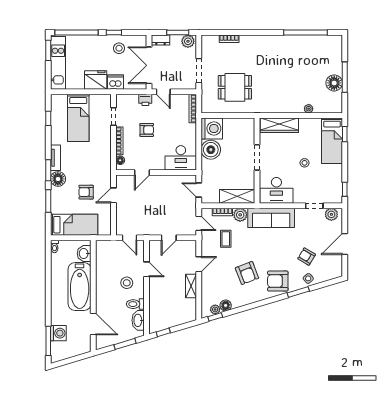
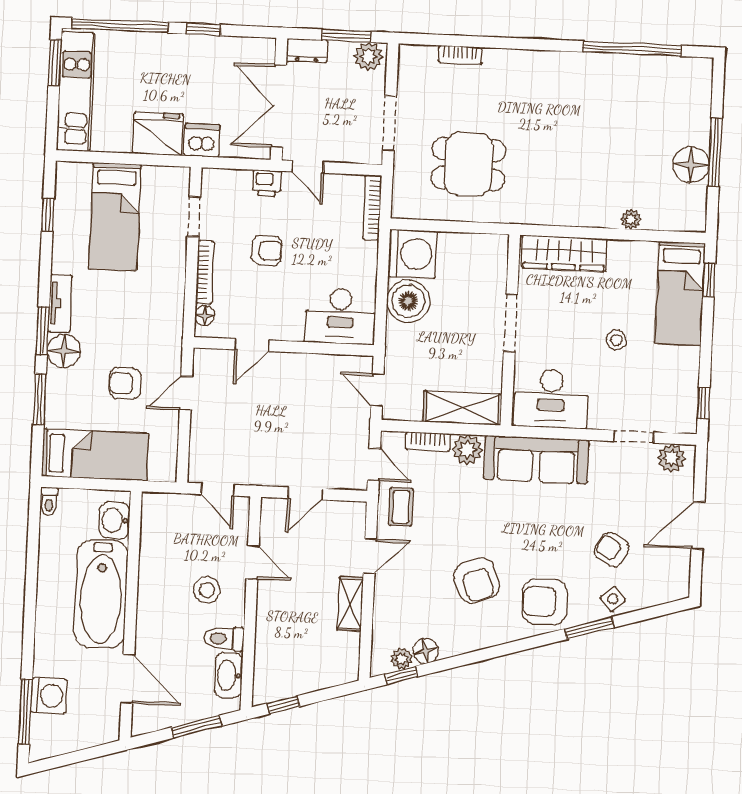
stool: (119, 48) -> (213, 65), removed
coffee table: (226, 239) -> (401, 507), moved

